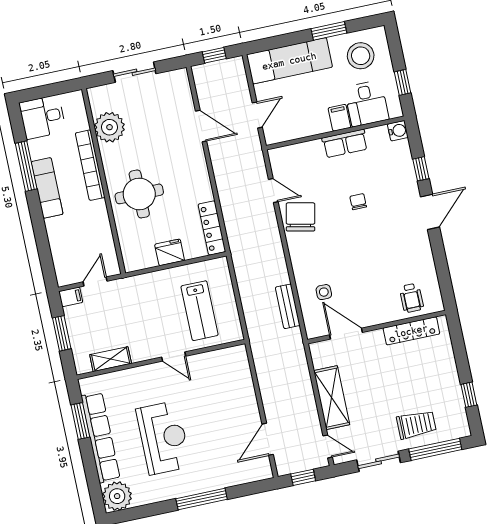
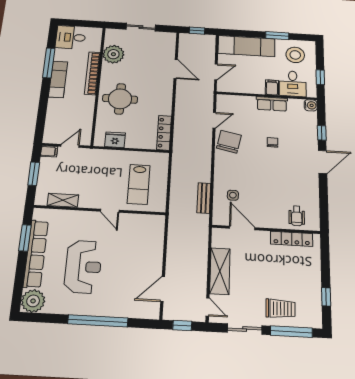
door: (273, 190) -> (214, 120), hinge flipped
fridge: (170, 252) -> (115, 140), moved
window: (202, 499) -> (98, 321), width x1.46

